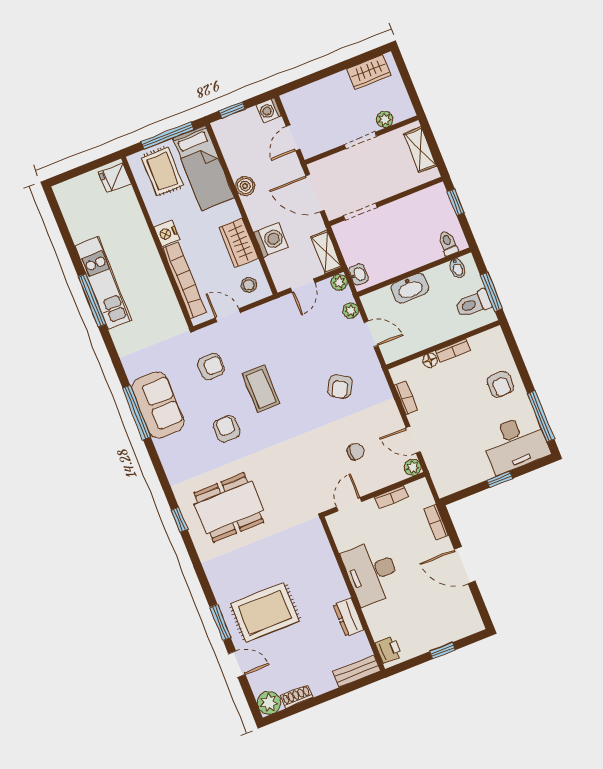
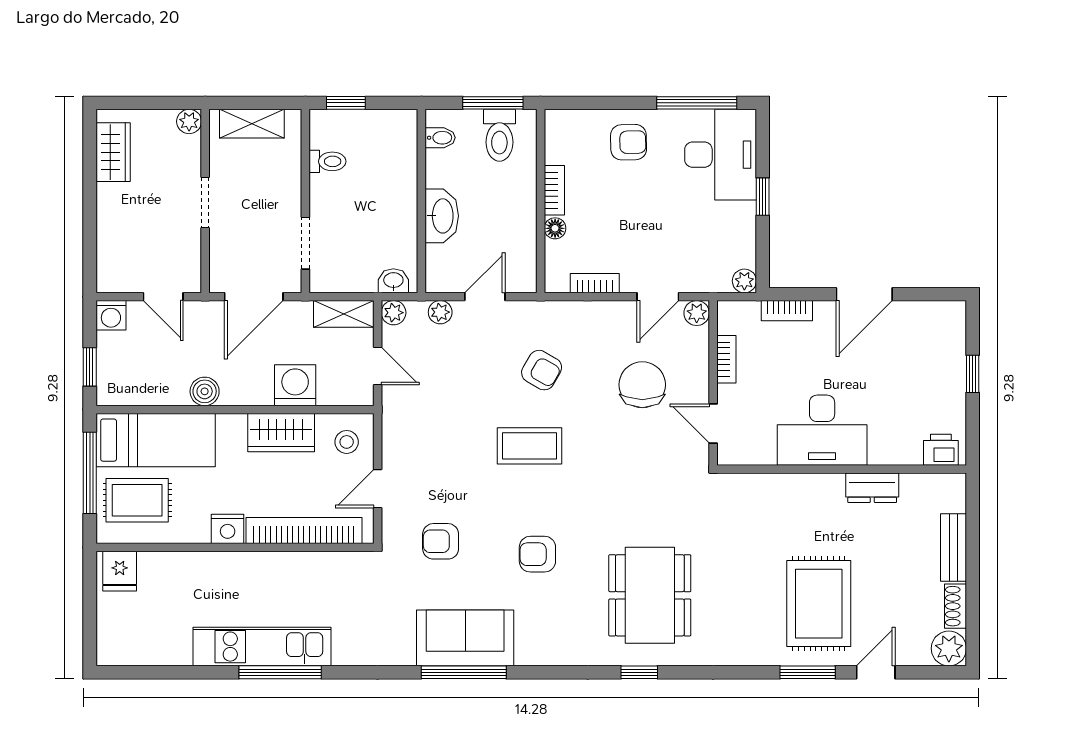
plant: (385, 119) -> (189, 121), moved
toilet: (448, 243) -> (328, 161), moved, turned 180
armchair: (211, 367) -> (441, 541), turned -90
coffee table: (261, 389) -> (529, 446), moved
chair: (356, 452) -> (642, 385), width x1.87, depth x1.87
plant: (444, 489) -> (744, 281), added
bench: (357, 671) -> (953, 547), moved

